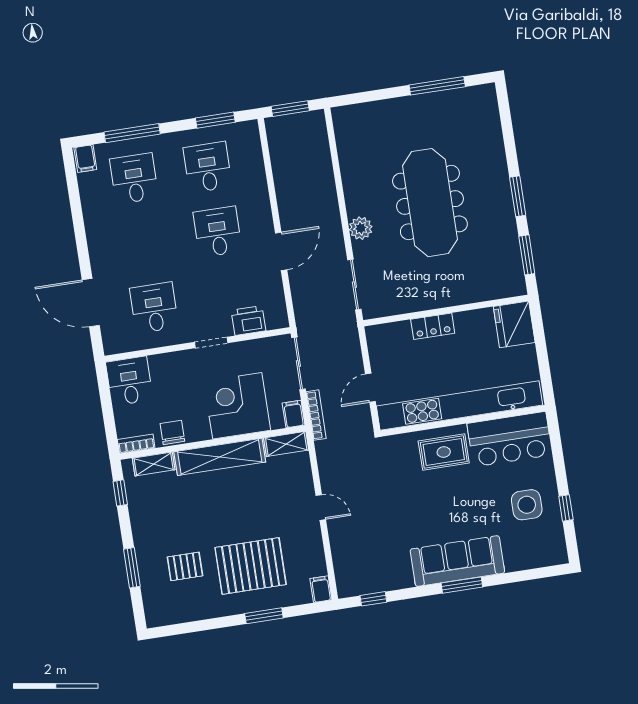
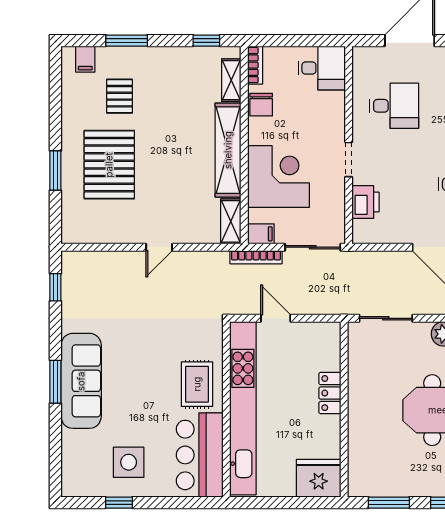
chair: (172, 432) -> (261, 105), turned 90
filing cabinet: (321, 589) -> (85, 59), moved, turned 90

